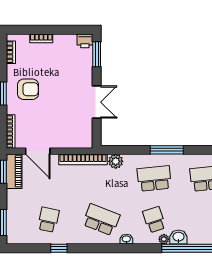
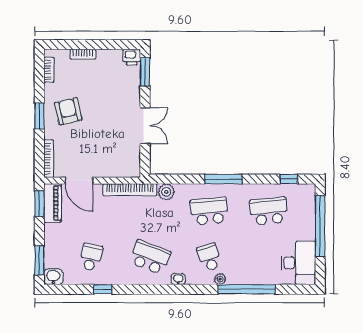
armchair: (28, 89) -> (68, 111), turned -103
washbasin: (178, 237) -> (53, 277), moved

